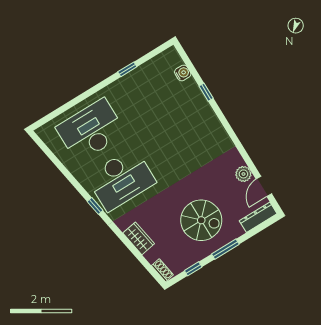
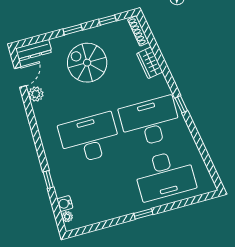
plant: (176, 61) -> (67, 217), added
window: (127, 69) -> (143, 214), moved
desk: (177, 145) -> (90, 138), added
window: (225, 249) -> (73, 30), width x0.67
shoe rack: (162, 270) -> (138, 31), width x1.43

